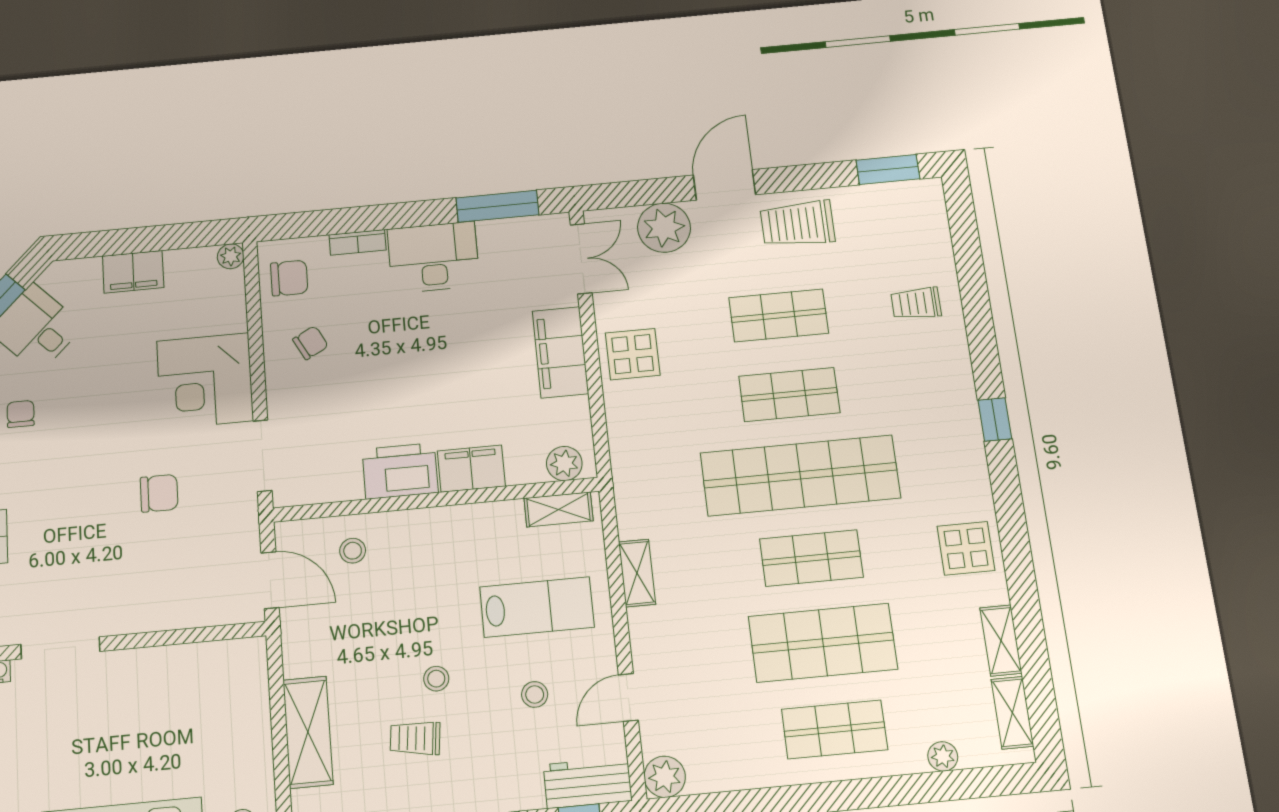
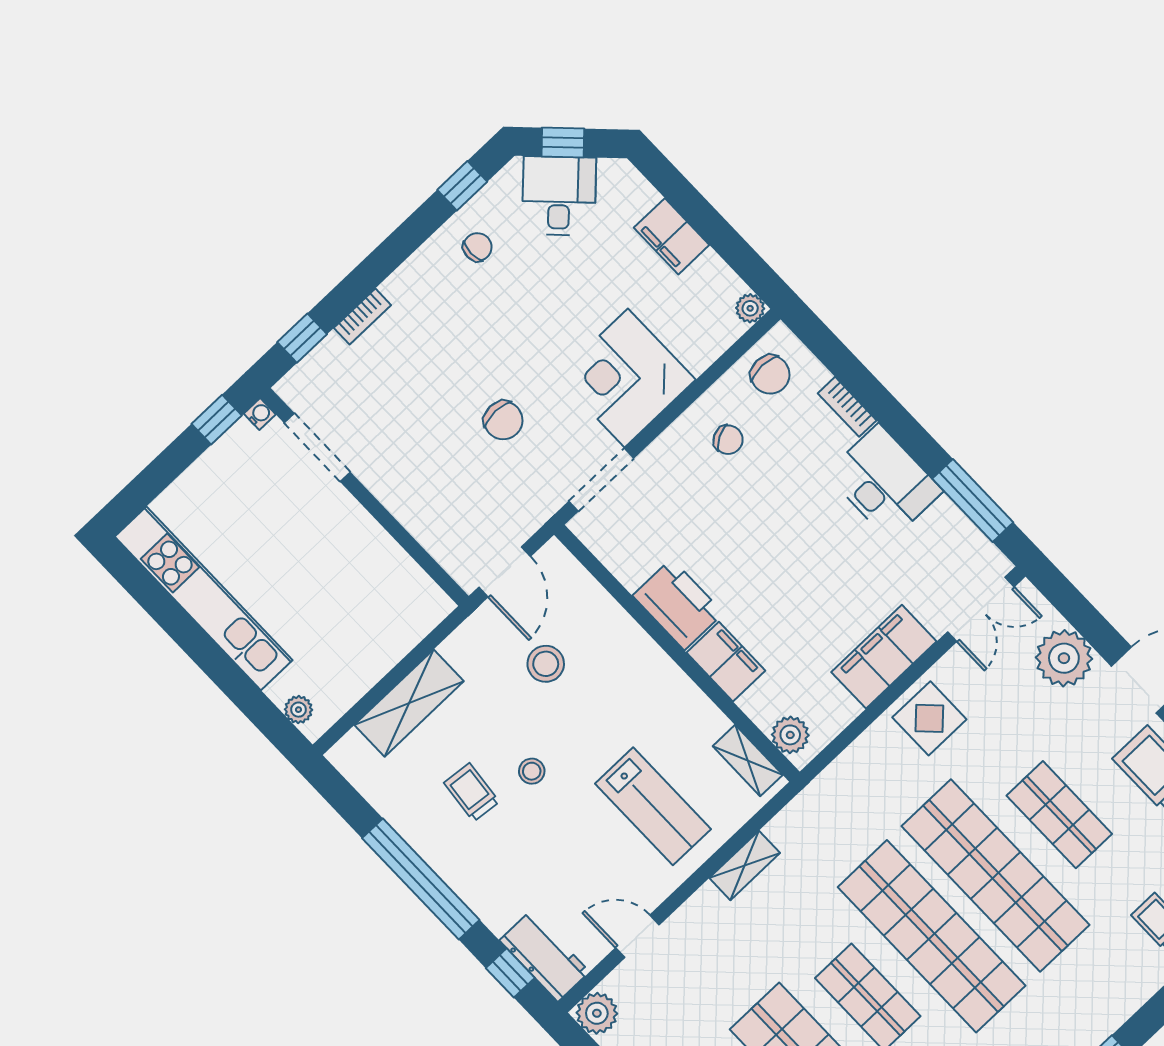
shop shelf: (789, 394) -> (995, 876), width x2.00, depth x1.36
stool: (353, 551) -> (546, 664), moved, width x1.37, depth x1.37
stool: (535, 694) -> (581, 860), removed

